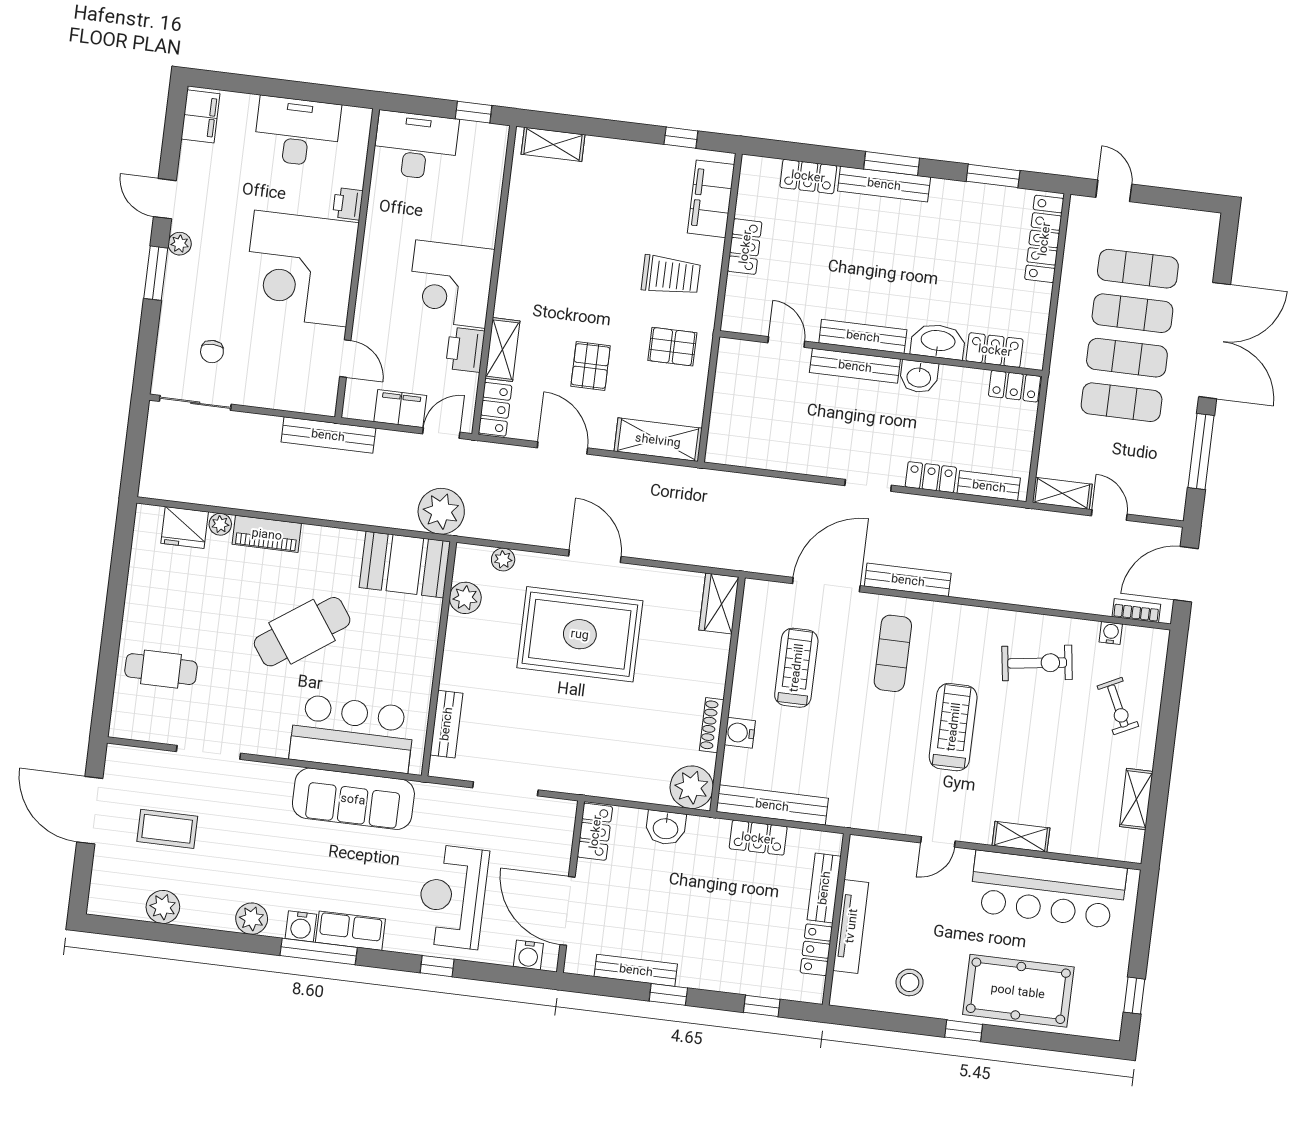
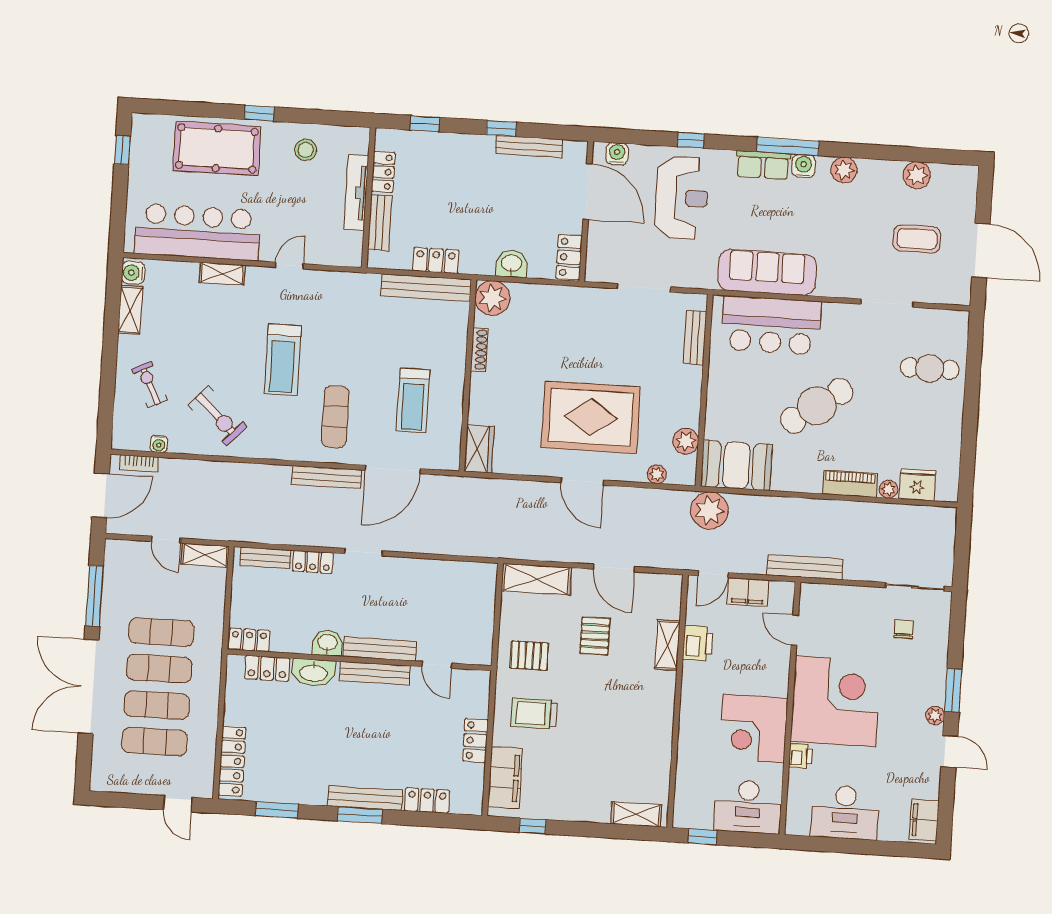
corner desk: (451, 284) -> (754, 729), moved, turned 180
locker: (495, 409) -> (671, 596), removed
exercise bike: (1037, 663) -> (217, 416), turned -129
water cooler: (740, 733) -> (133, 273), moved, turned 180

